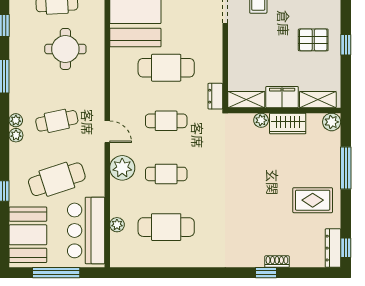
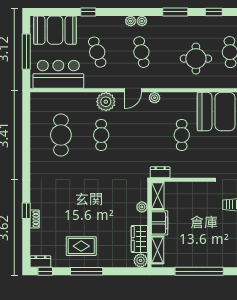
pallet: (313, 40) -> (203, 247), removed
window: (346, 45) -> (199, 271), width x3.17
cafe table: (166, 68) -> (182, 135), width x0.73, depth x0.74
cafe table: (166, 121) -> (141, 135), removed
wardrobe: (288, 123) -> (139, 239), moved
window: (346, 168) -> (87, 271), moved
cafe table: (57, 179) -> (97, 52), width x0.73, depth x0.74
rug: (313, 200) -> (81, 246), turned 90
plant: (117, 225) -> (155, 98), moved
dresser: (333, 248) -> (40, 261), width x0.70

